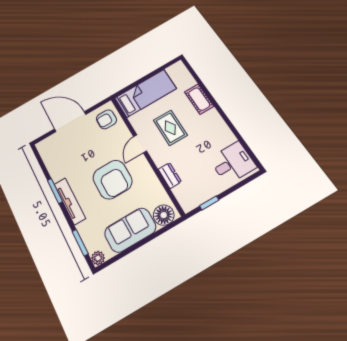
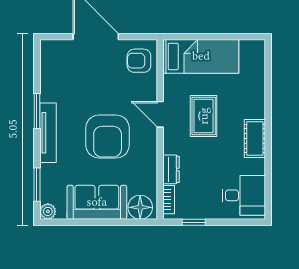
cot: (199, 99) -> (255, 138), moved
door: (140, 144) -> (160, 114), hinge flipped
bookcase: (181, 197) -> (169, 200), added

